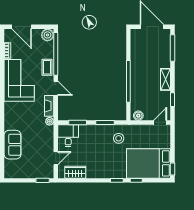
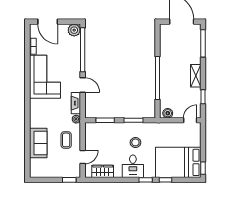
coffee table: (47, 67) -> (66, 140), moved
desk: (68, 136) -> (133, 166), moved, turned 180
stool: (119, 138) -> (135, 142), moved

